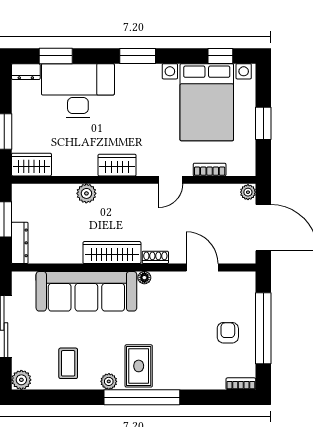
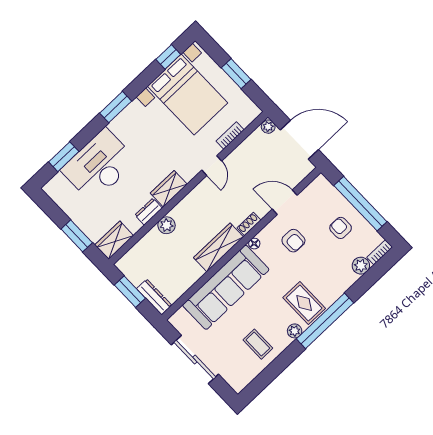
dresser: (26, 72) -> (149, 212), moved, turned 180
armchair: (179, 306) -> (293, 241), added
plant: (21, 380) -> (361, 266), moved

